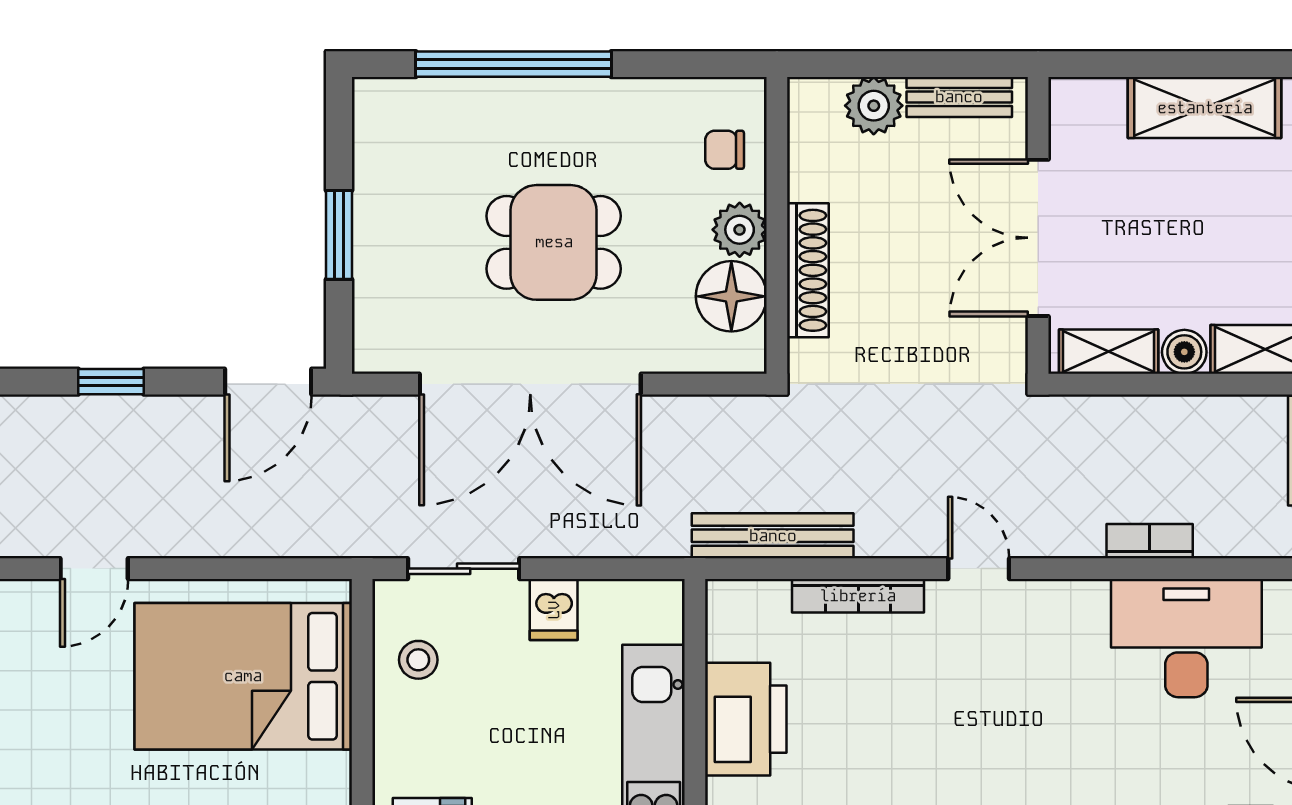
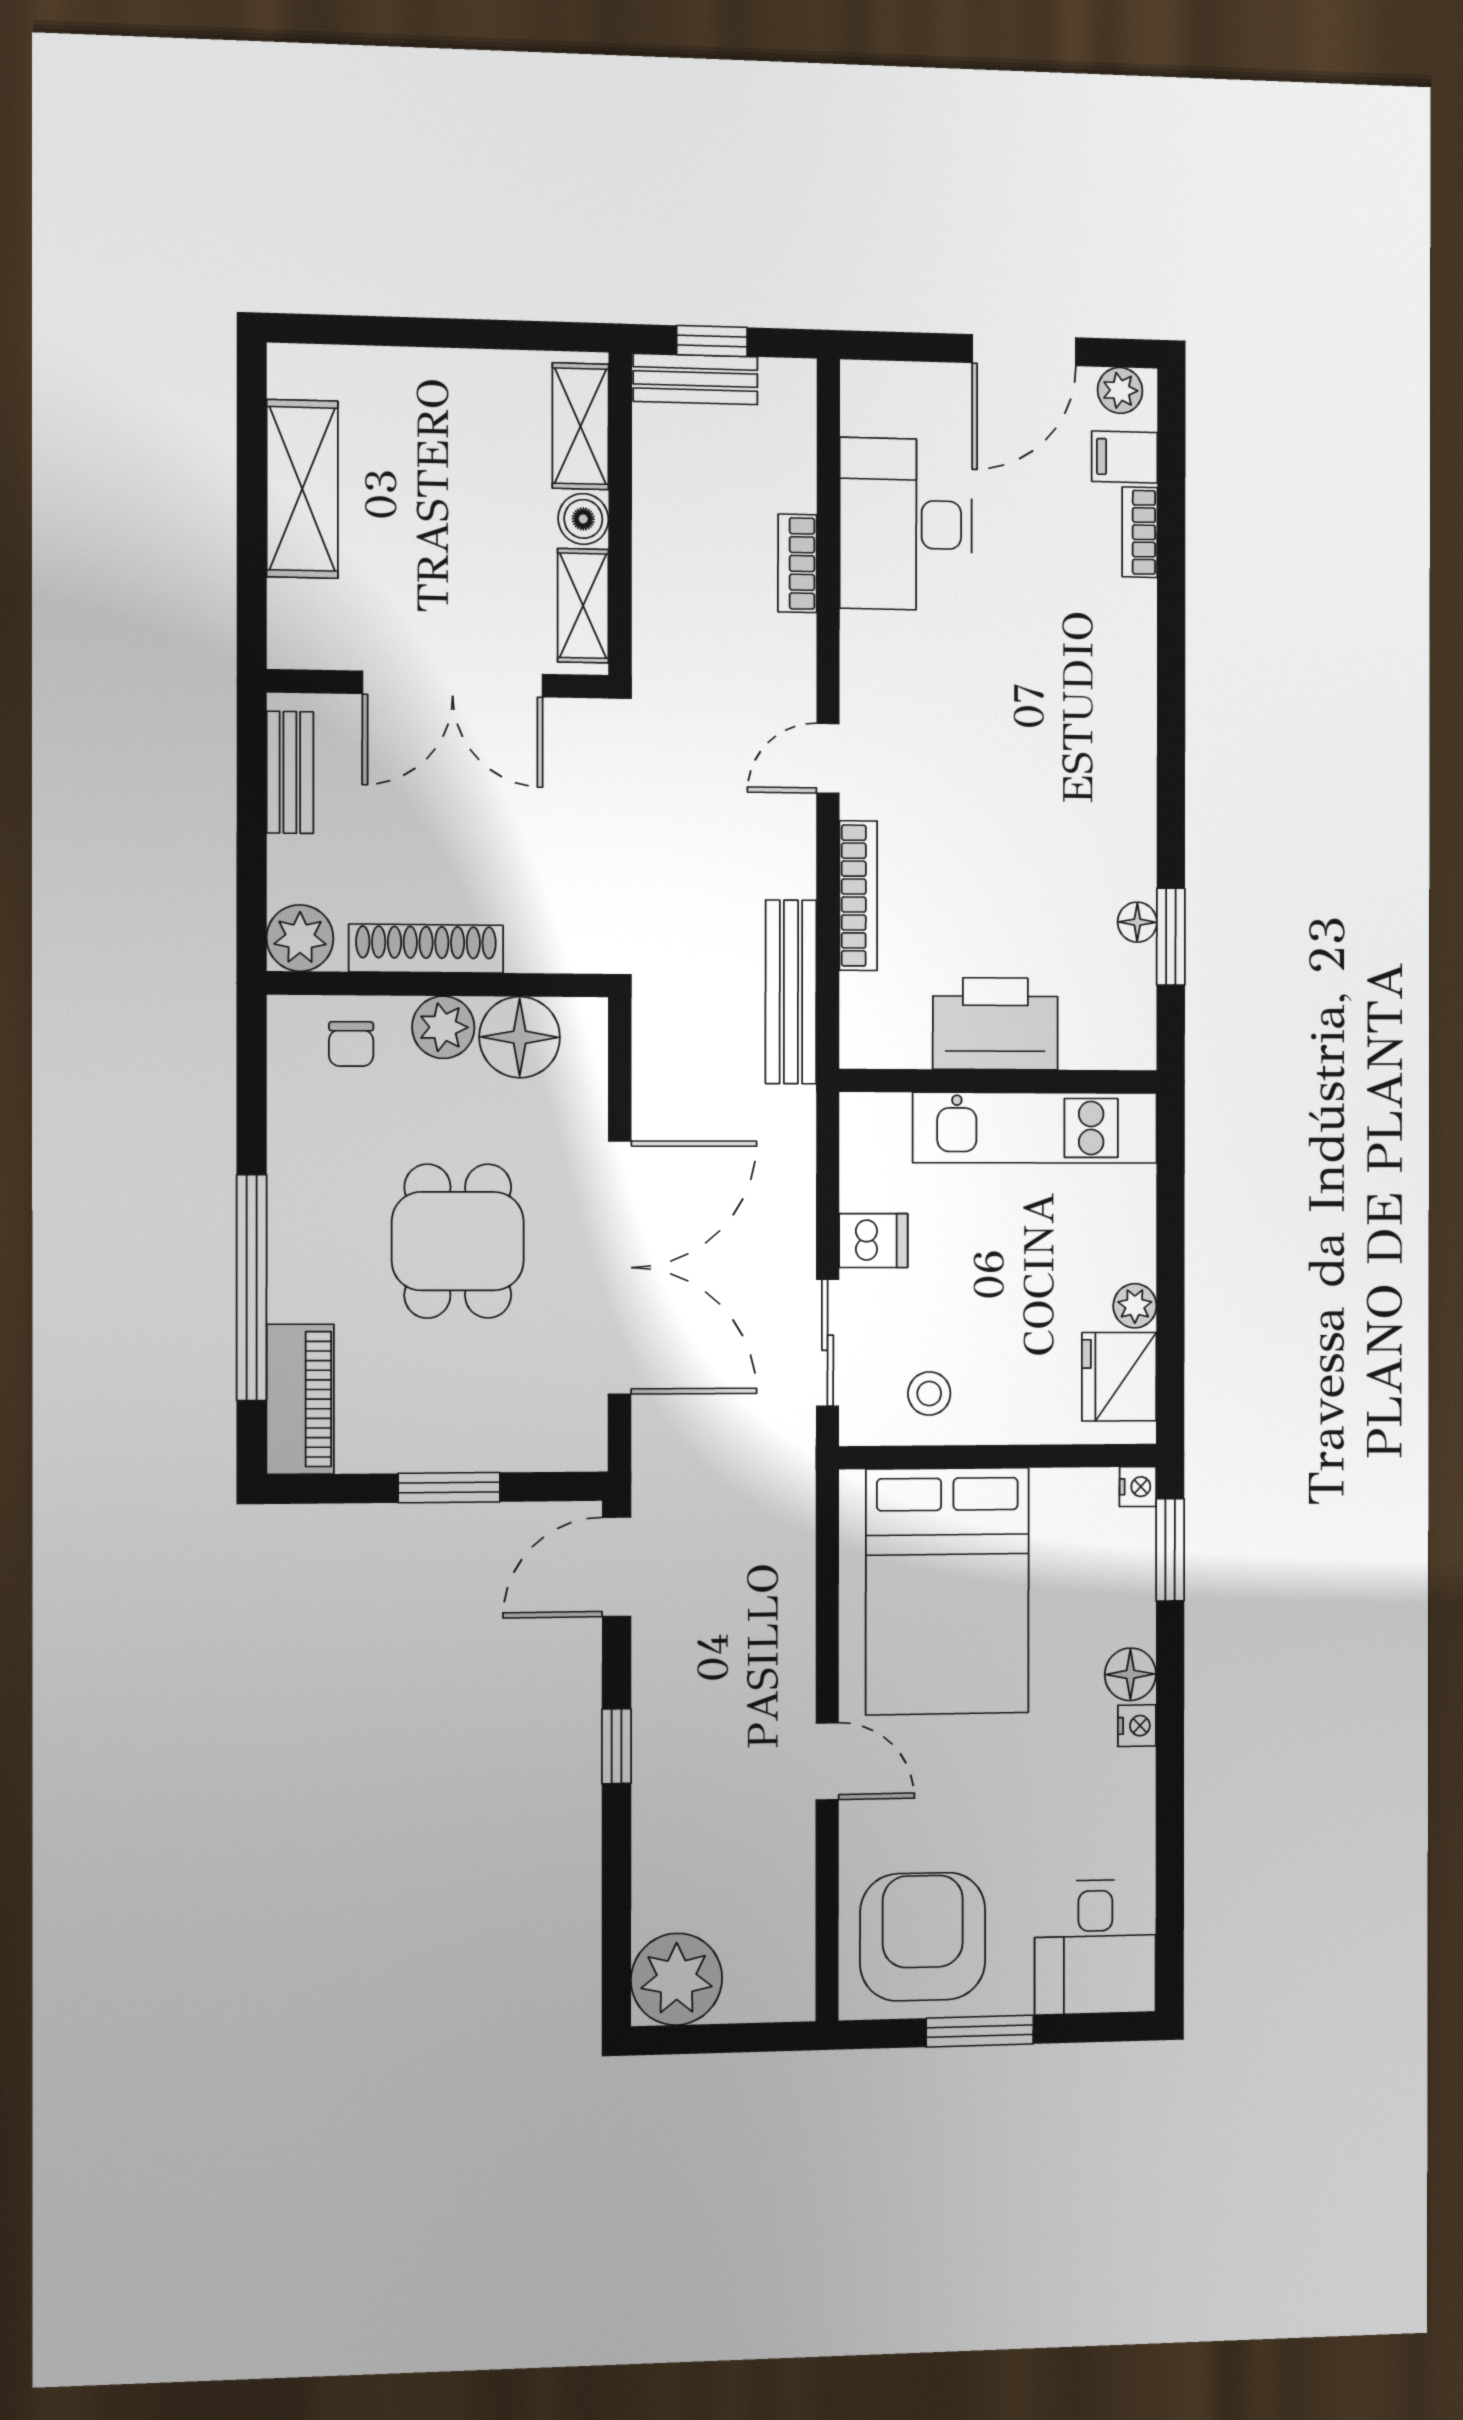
piano: (417, 106) -> (300, 1399), added
plant: (874, 106) -> (300, 938), moved
shoe rack: (808, 270) -> (426, 949), moved
door: (268, 382) -> (617, 1567), swing flipped

